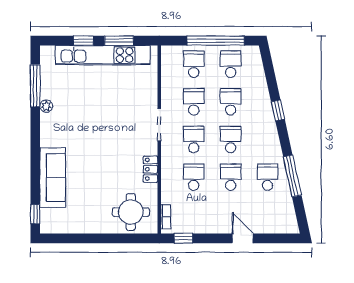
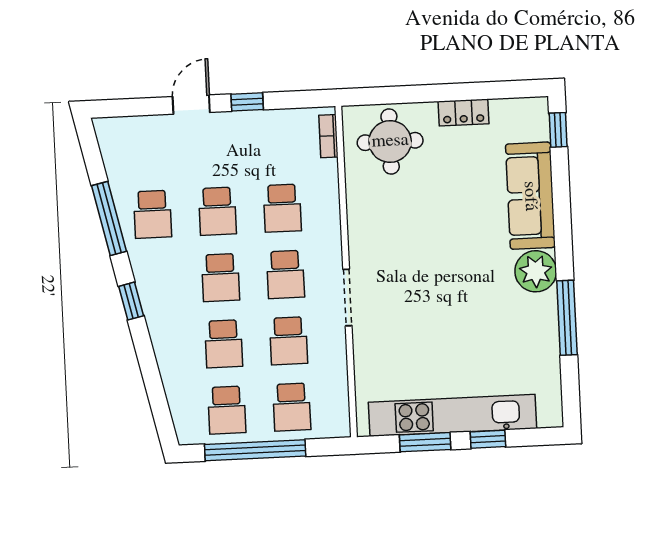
window: (35, 86) -> (567, 318), moved
plant: (46, 106) -> (536, 271), moved, width x1.87, depth x1.87
window: (278, 110) -> (131, 301), moved
locker: (151, 169) -> (463, 113), moved, turned 90
window: (183, 238) -> (247, 102), moved
door: (243, 238) -> (191, 105), swing flipped

